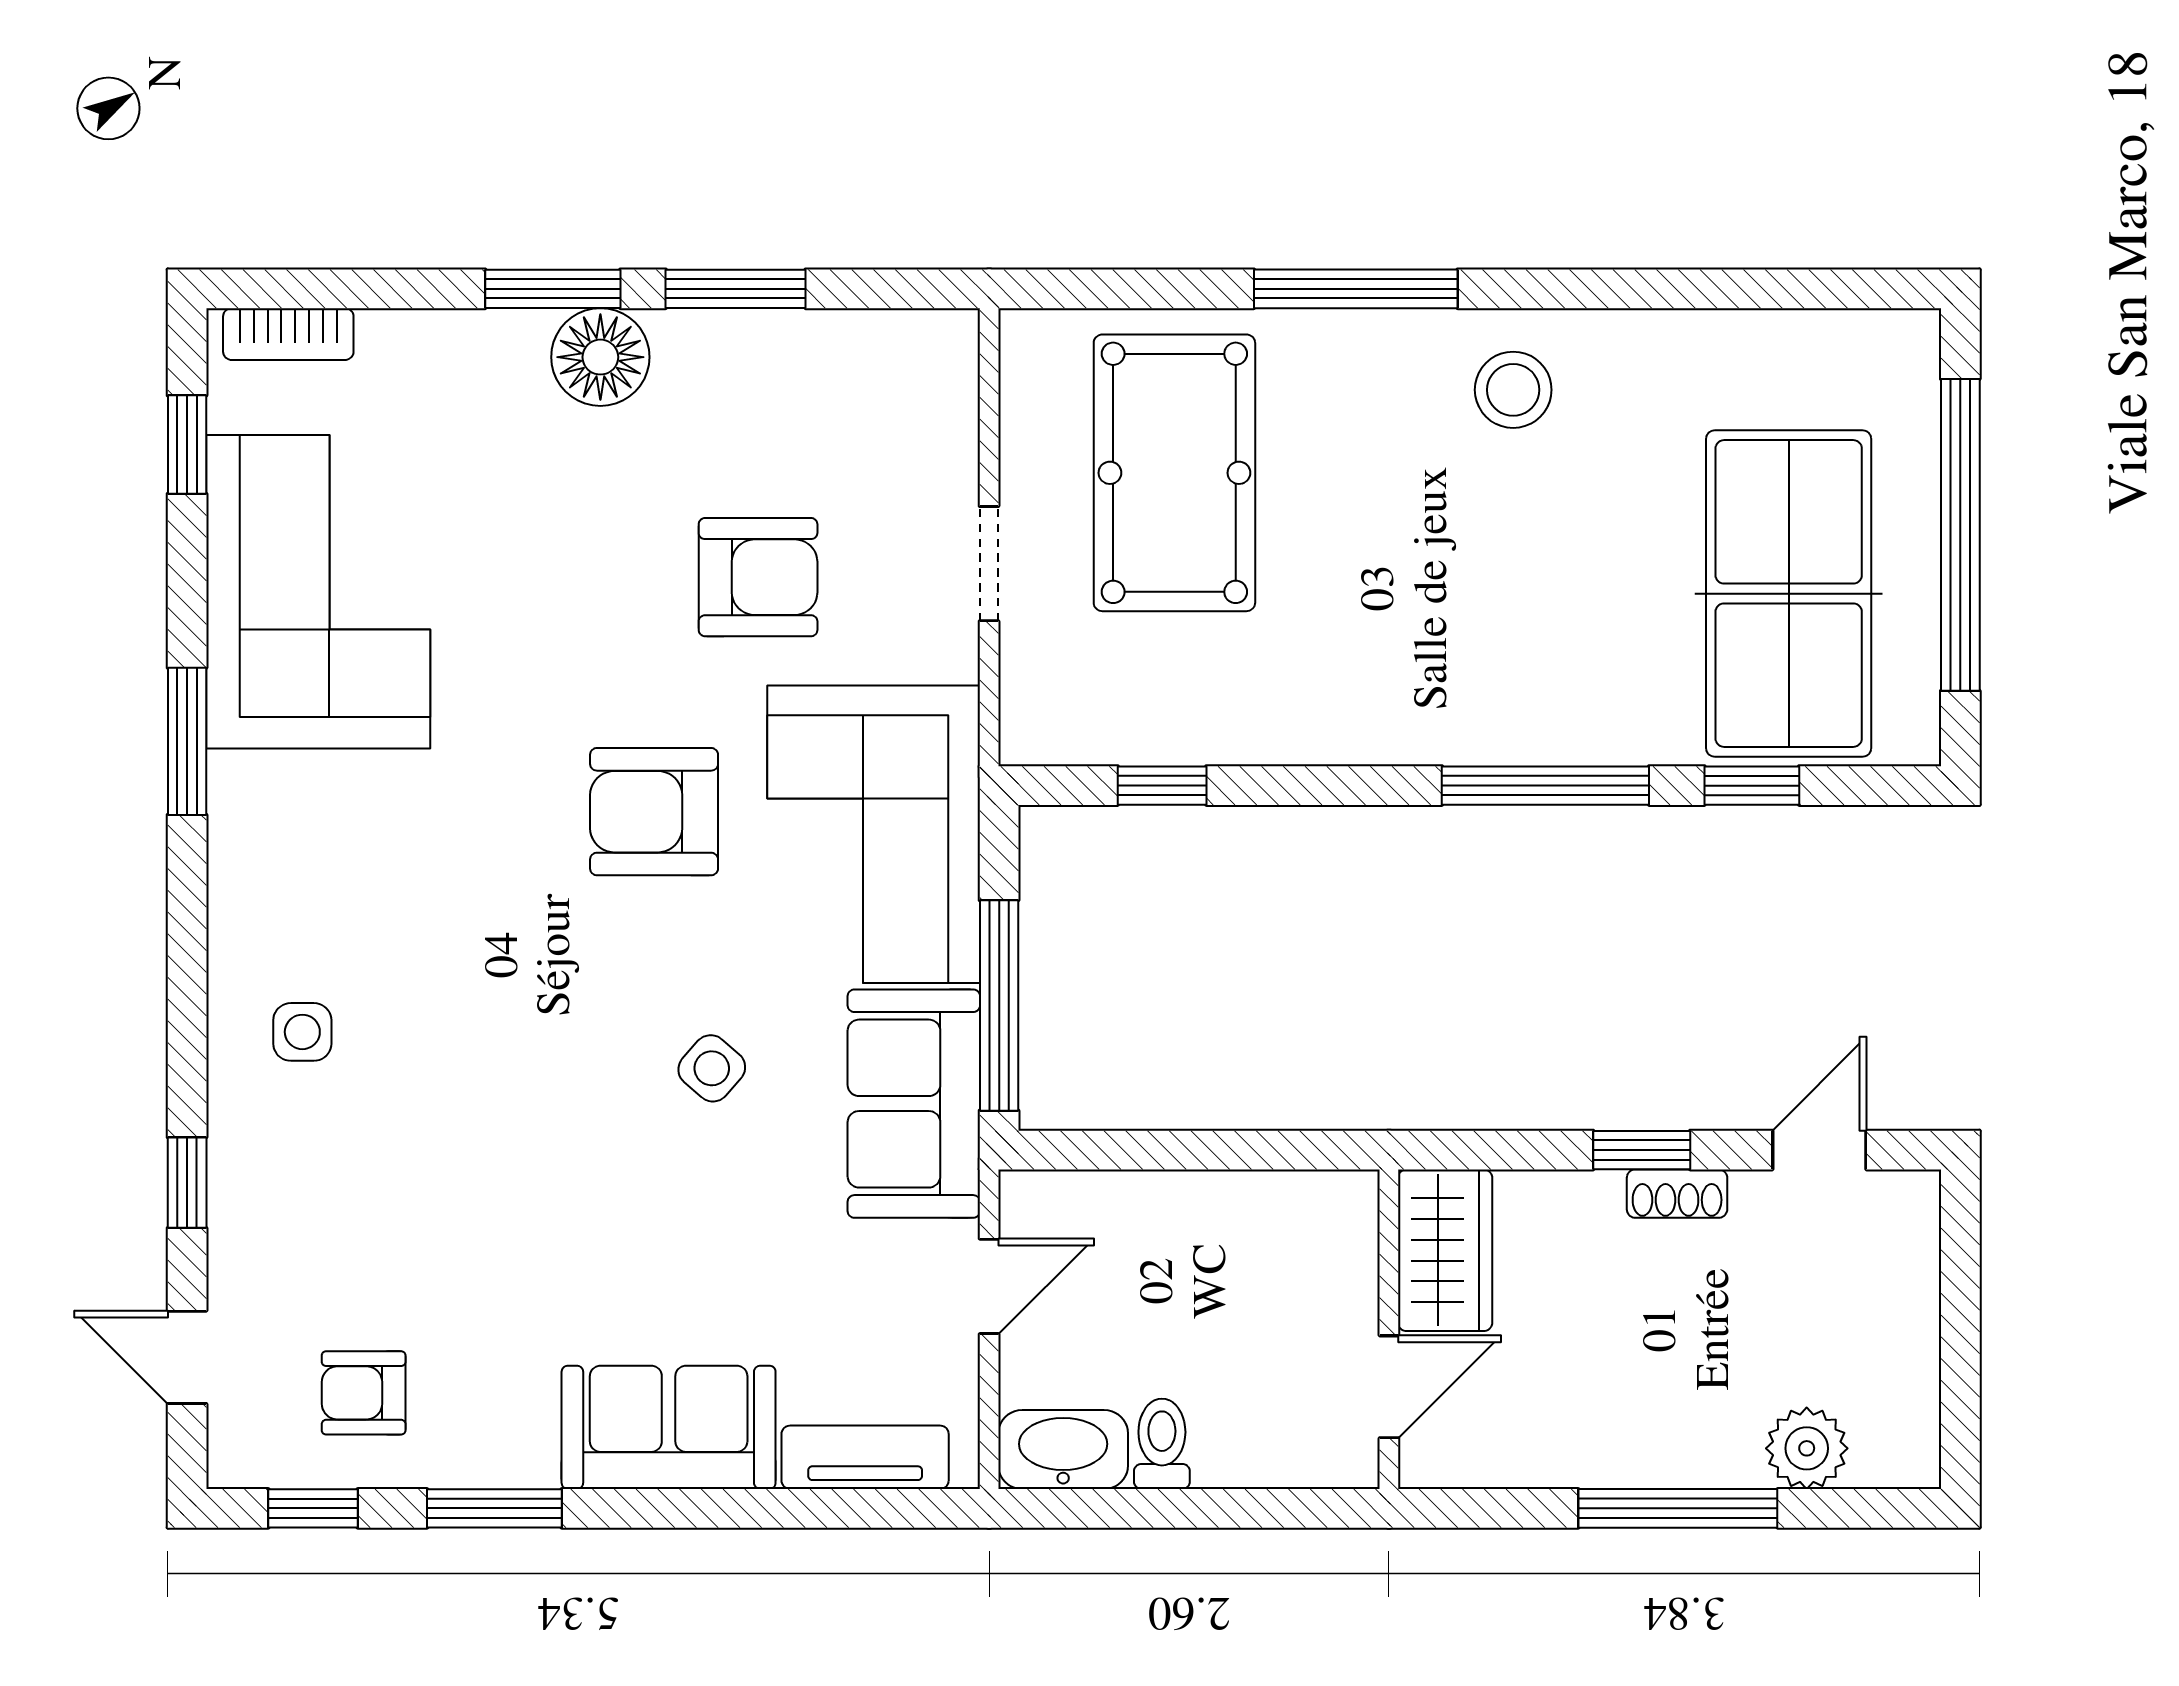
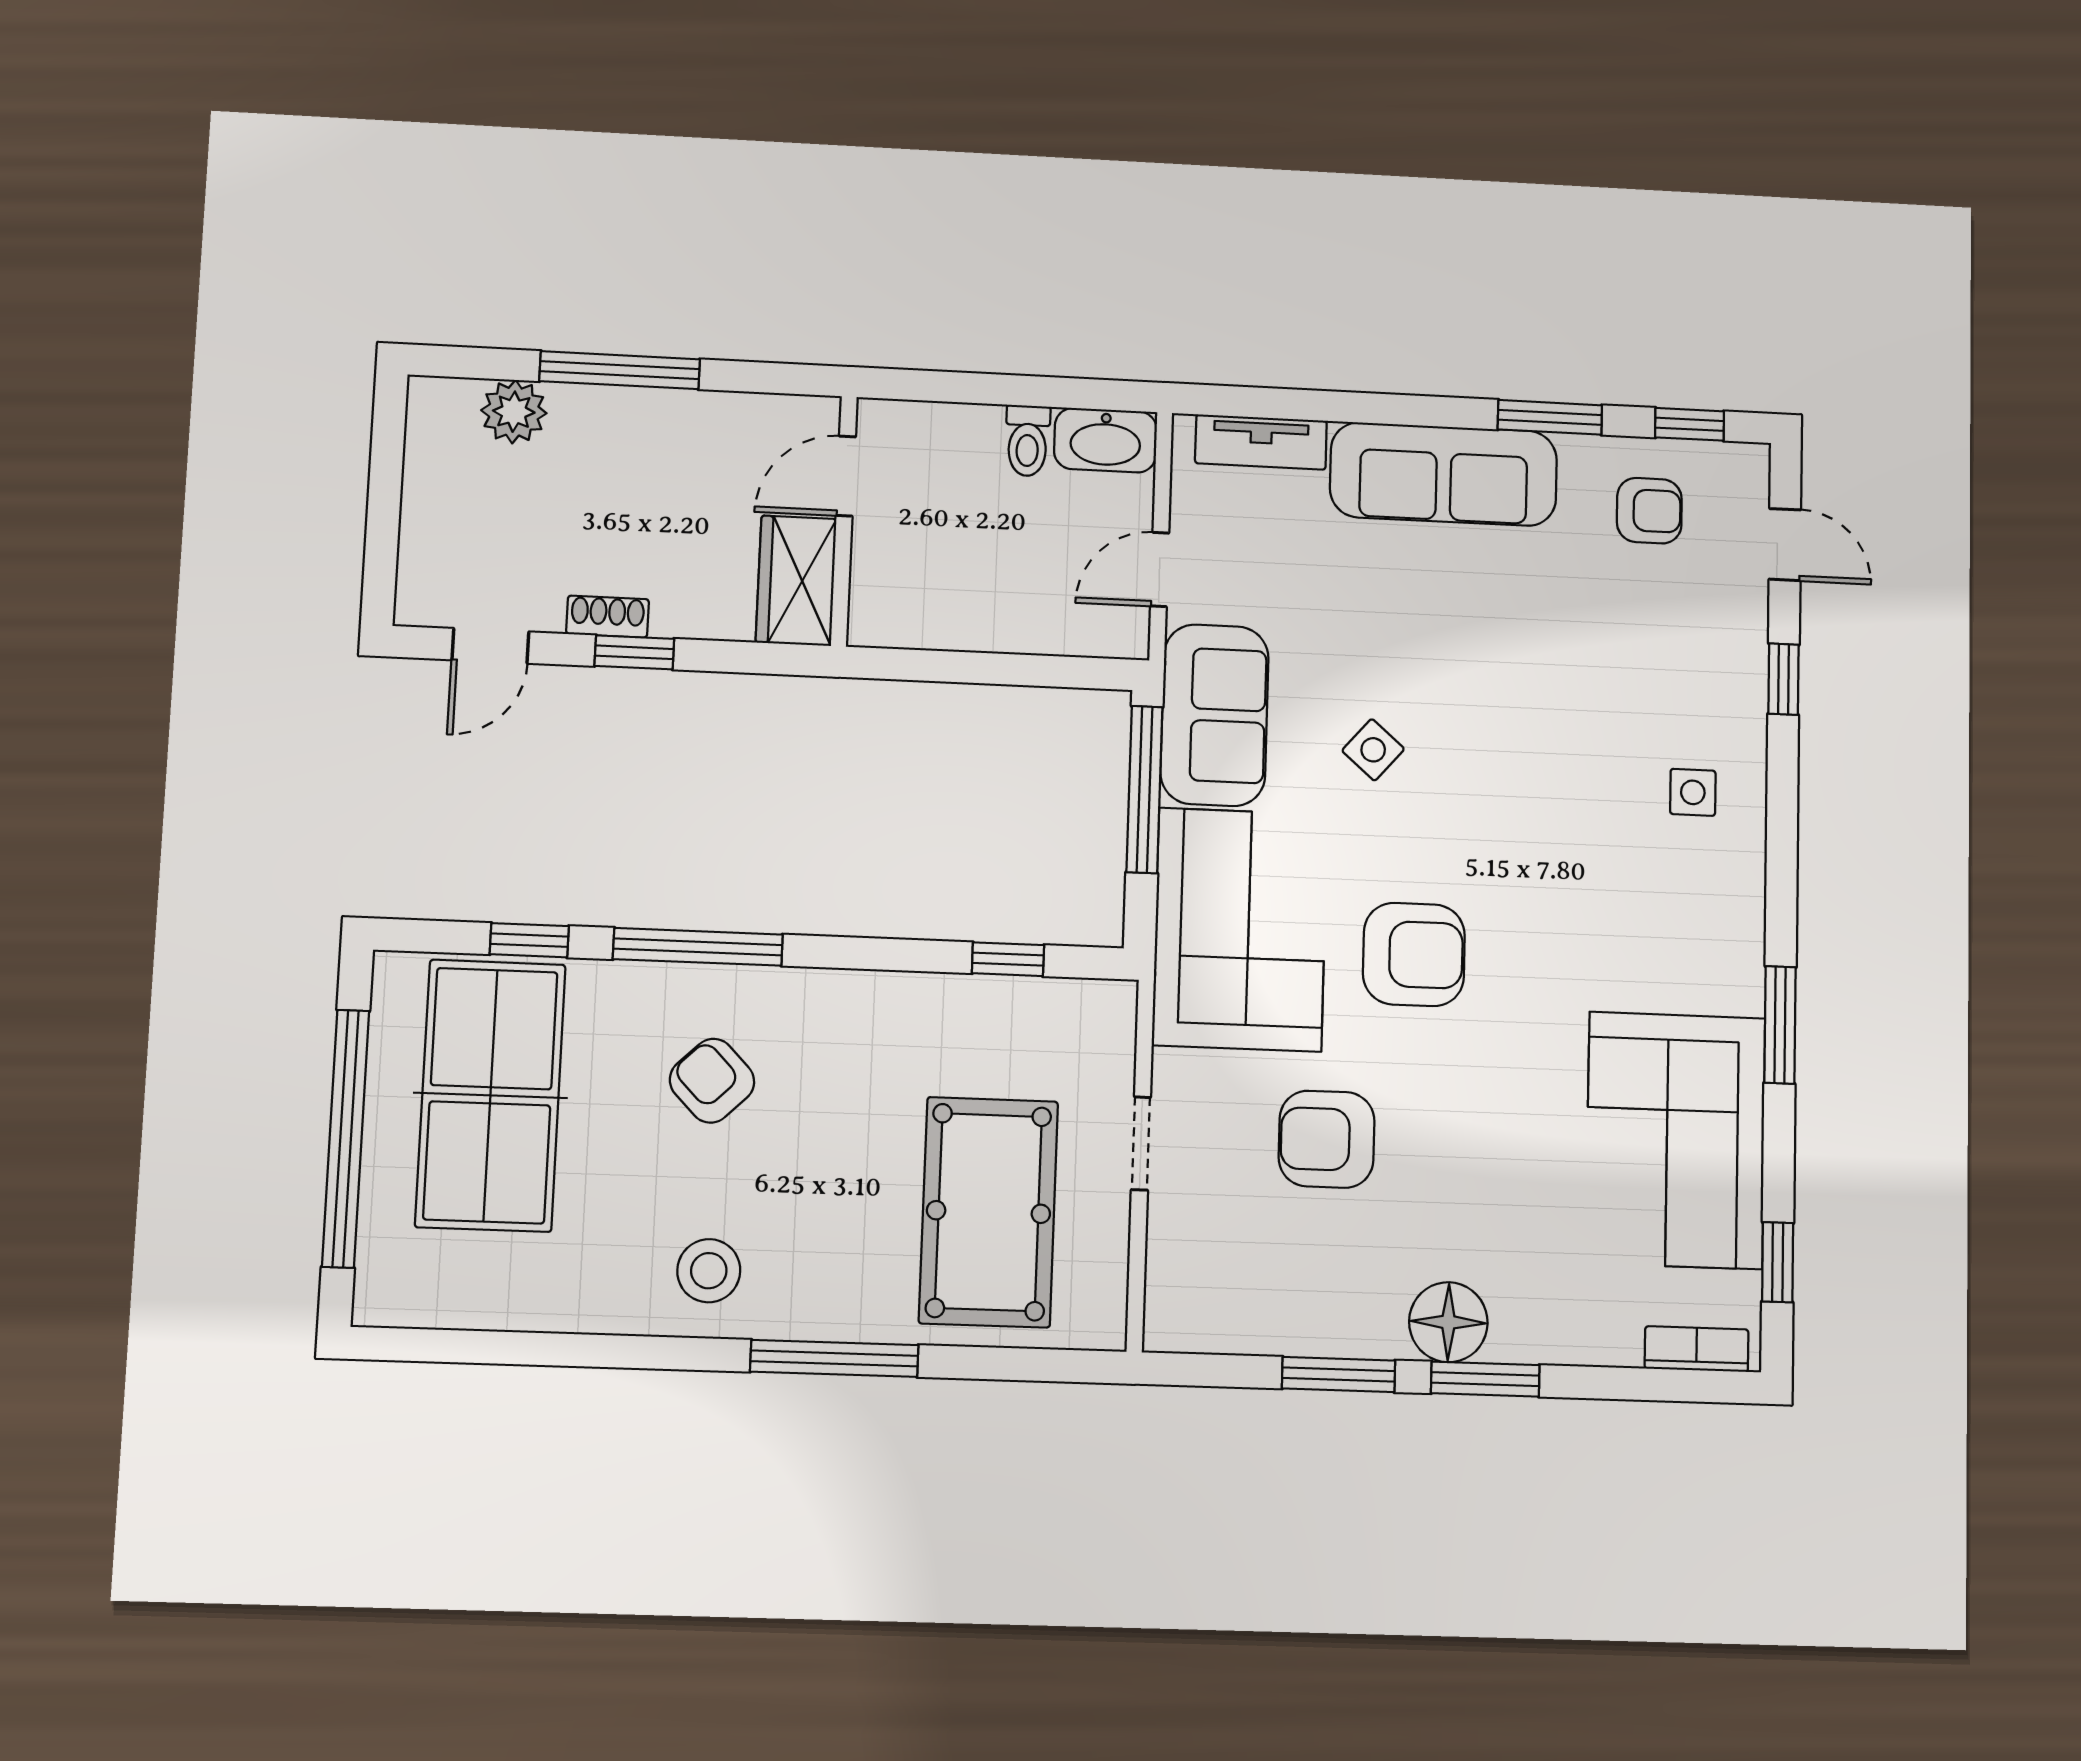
armchair: (1520, 621) -> (712, 1081), added
sofa: (669, 1427) -> (1444, 474), width x1.36

